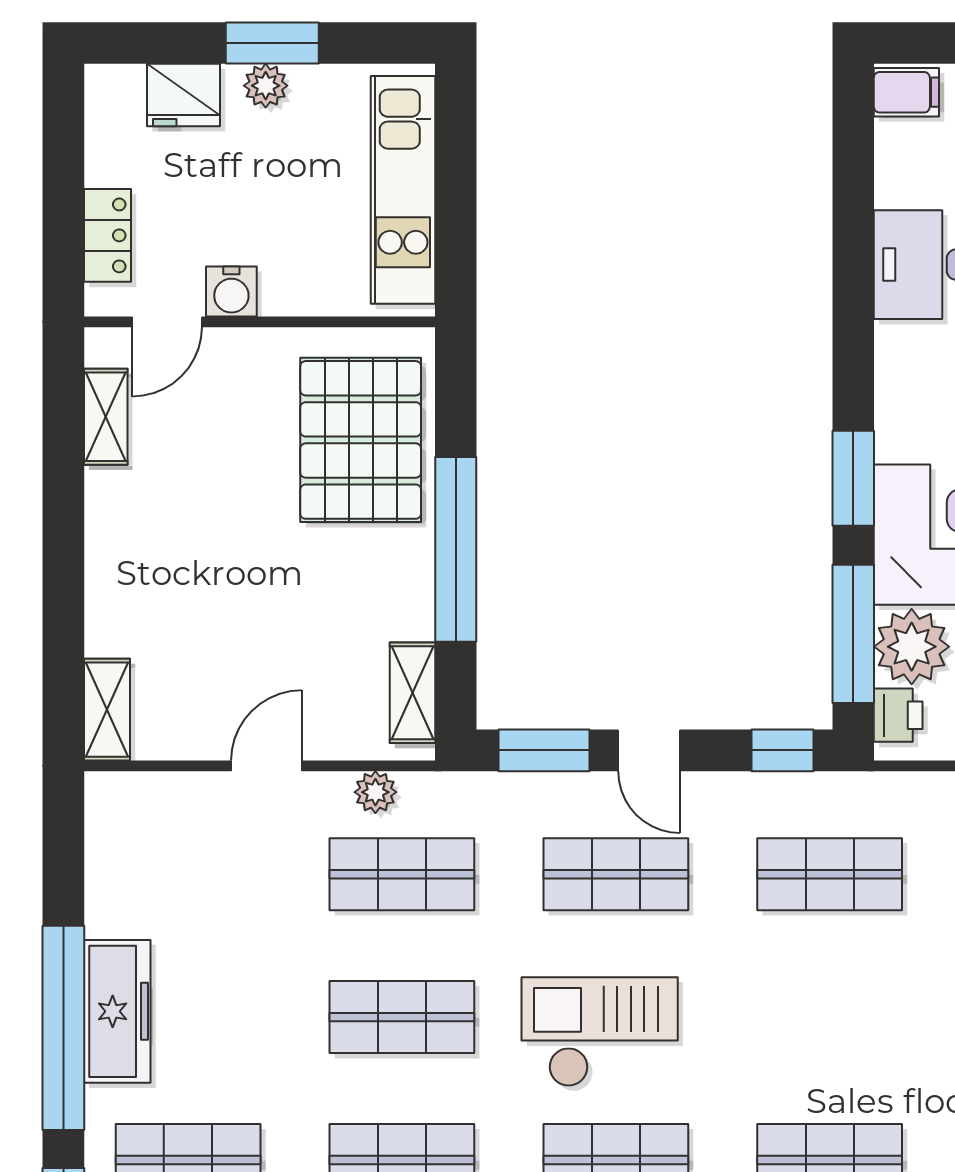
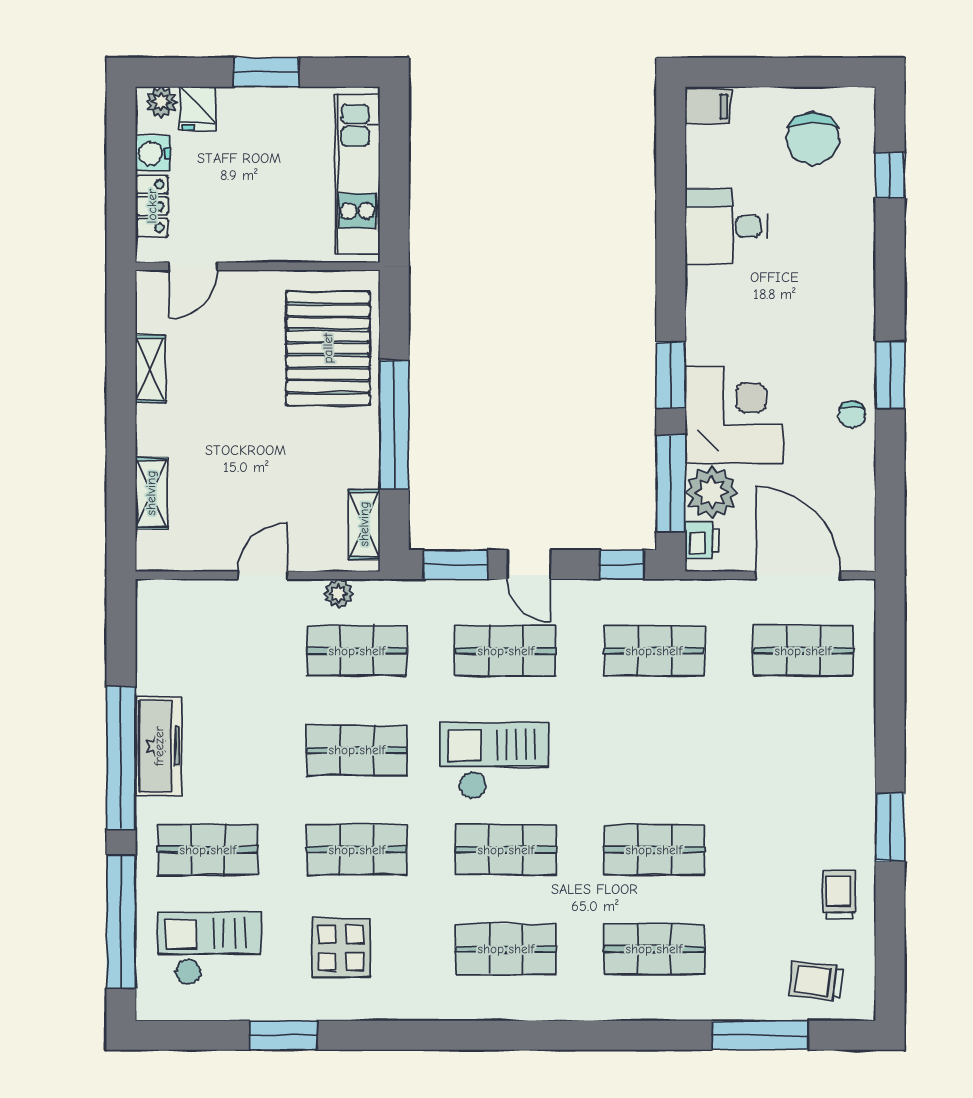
plant: (266, 86) -> (161, 102), moved
fridge: (184, 95) -> (198, 108), width x0.72
water cooler: (231, 292) -> (153, 153), moved, turned 90
shelving: (106, 417) -> (151, 369), moved
shelving: (107, 710) -> (151, 493), moved

